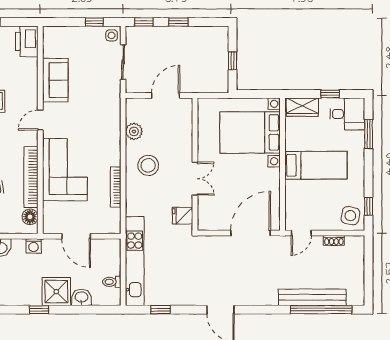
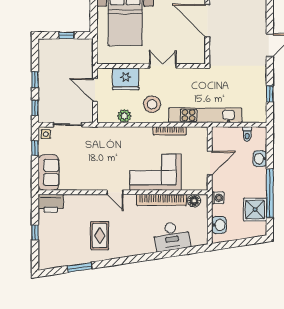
sofa: (55, 80) -> (49, 172), moved, turned 90
fridge: (183, 216) -> (126, 79), moved, width x1.88, depth x1.34
kitchen unit: (135, 261) -> (205, 115), moved
shower: (56, 292) -> (255, 210), moved
window: (39, 310) -> (270, 193), width x3.17

